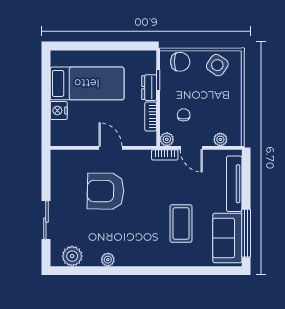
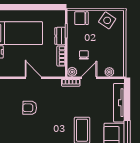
chair: (180, 62) -> (81, 18), turned 180
door: (191, 148) -> (89, 78), swing flipped
armchair: (106, 191) -> (30, 108), width x0.53, depth x0.53

